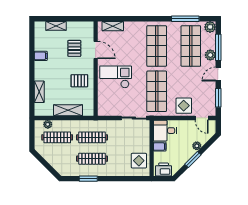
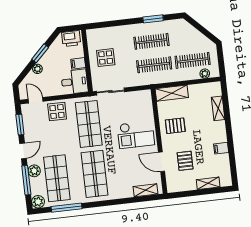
shelving: (68, 110) -> (172, 93), moved
display table: (139, 161) -> (106, 58), moved

